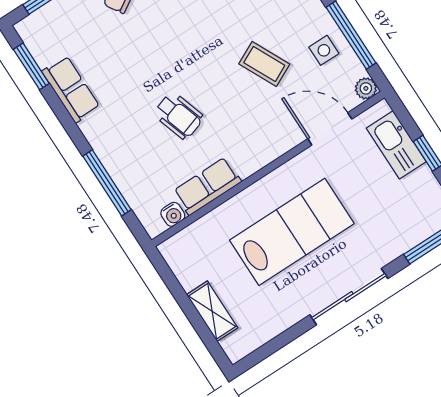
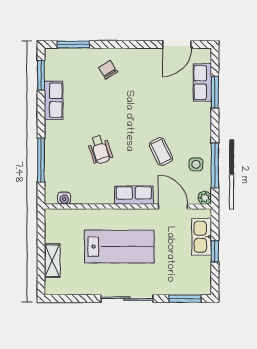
row of seats: (207, 186) -> (134, 195), moved

